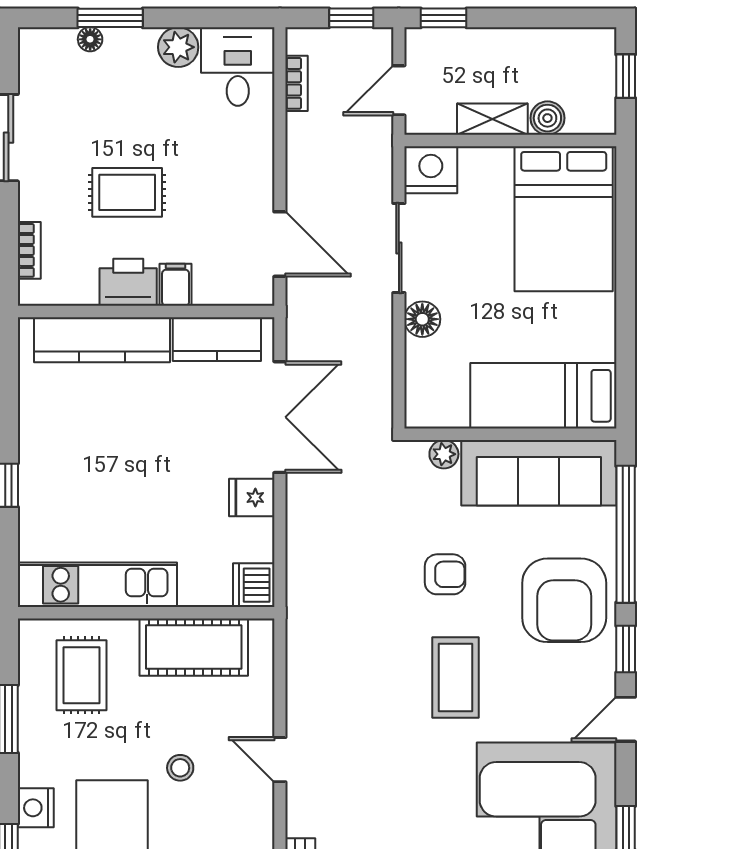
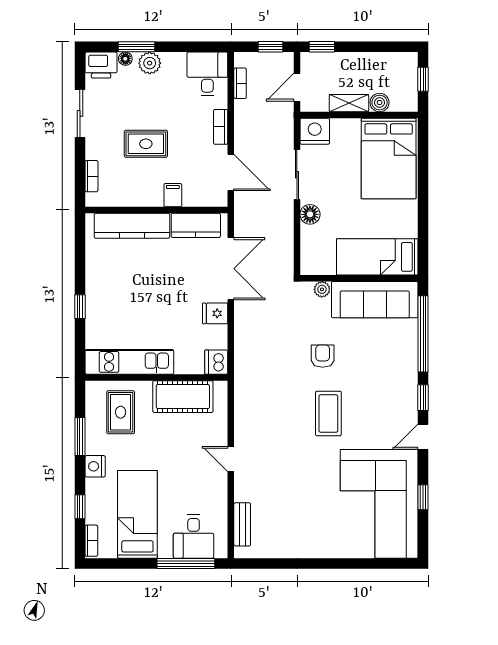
plant: (178, 47) -> (150, 63), moved
bookcase: (262, 162) -> (221, 127), added
printer: (128, 282) -> (101, 65), moved, turned 180
armchair: (445, 574) -> (323, 356), turned -90
armchair: (564, 600) -> (389, 371), removed
stool: (180, 768) -> (175, 464), removed
nightstand: (36, 808) -> (95, 466), moved

